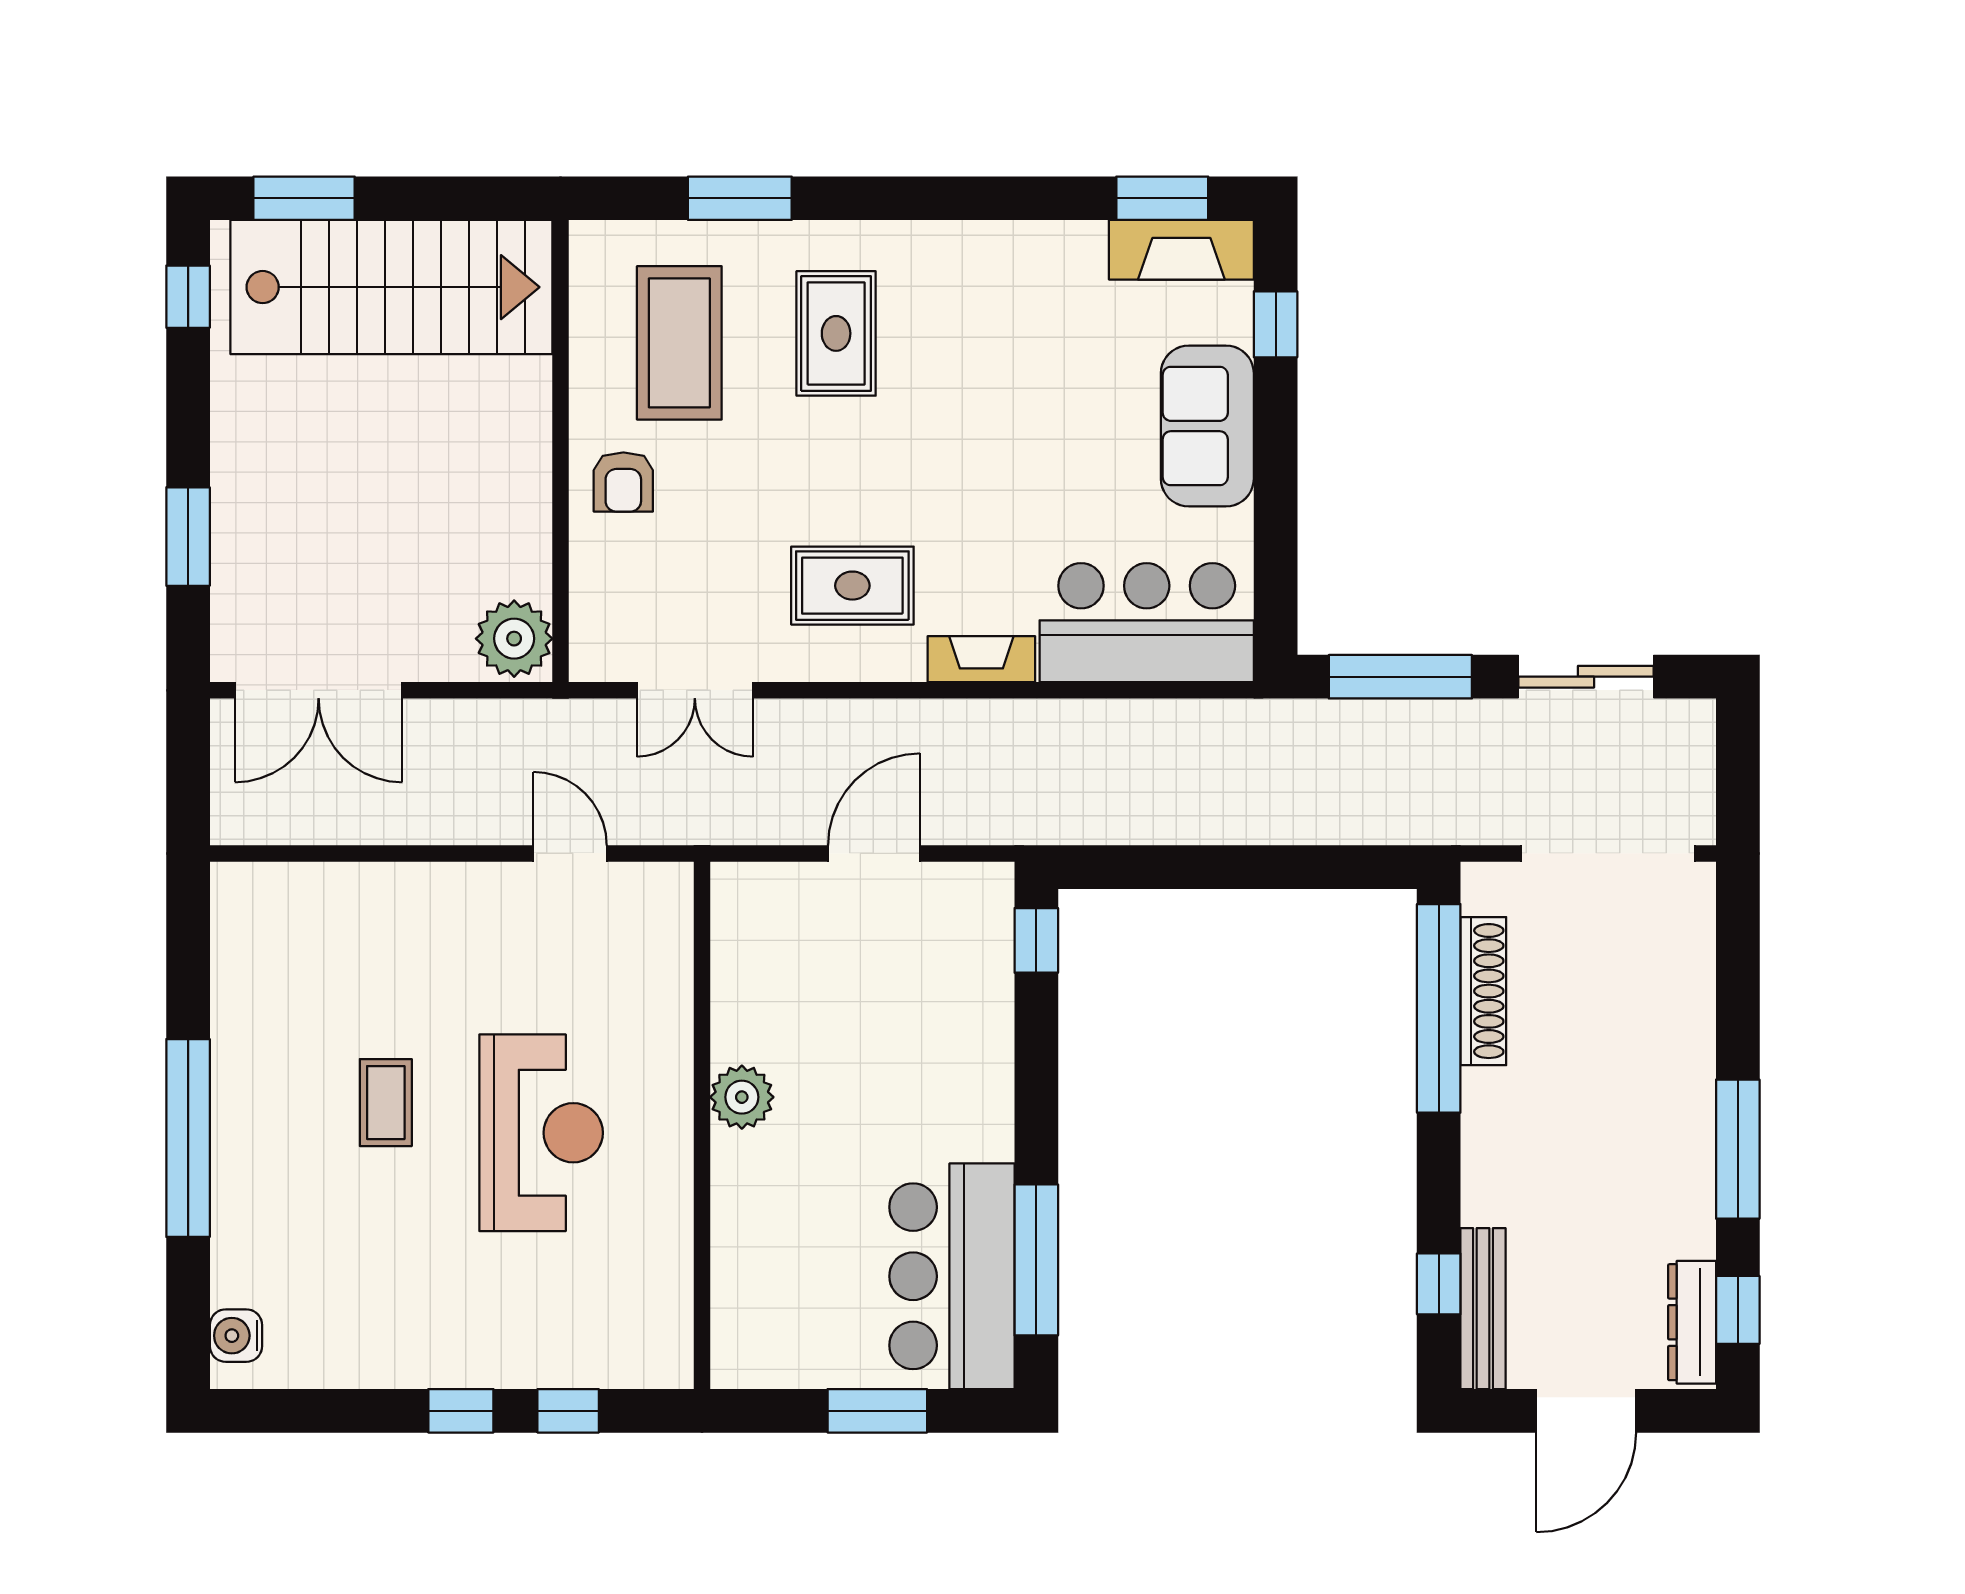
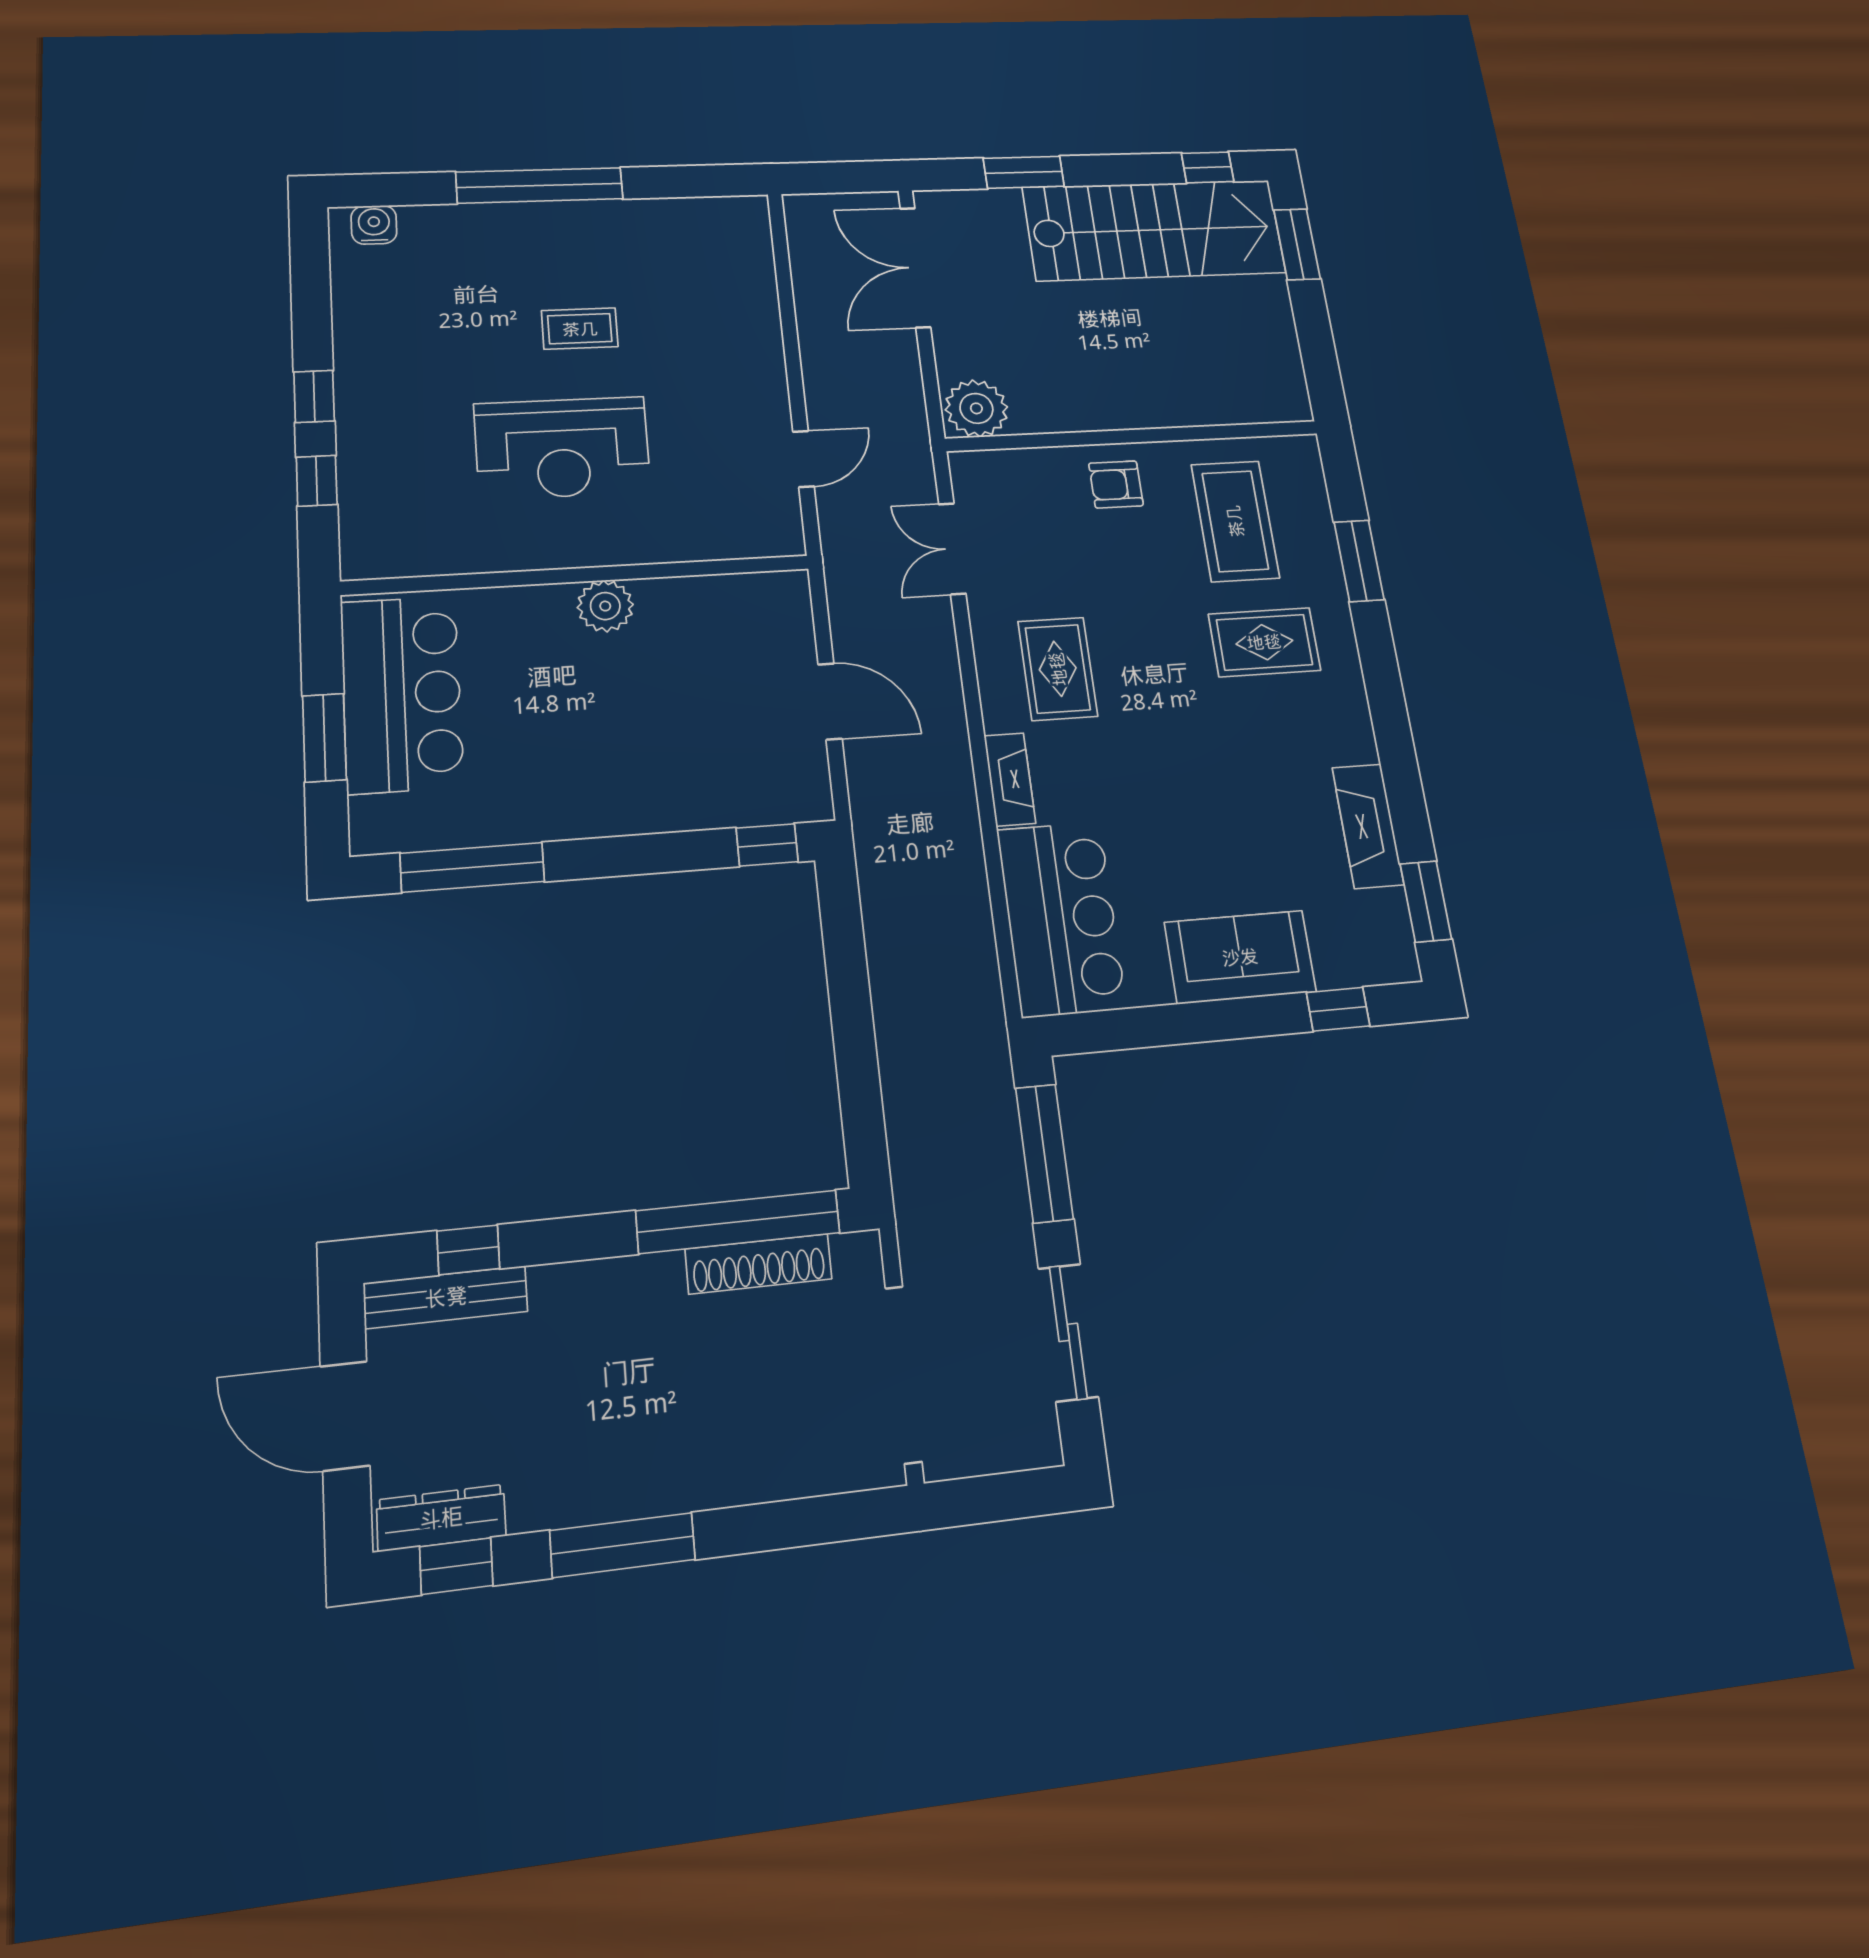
fireplace: (1181, 250) -> (1368, 826), moved
stairs: (391, 287) -> (1154, 230), moved, turned -90
coffee table: (679, 343) -> (1235, 521), turned 90
bar counter: (952, 1276) -> (402, 694), moved, turned 90

